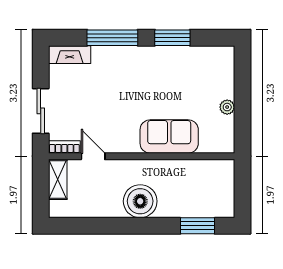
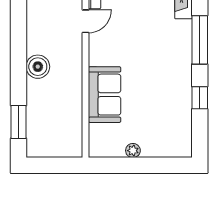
window: (172, 38) -> (200, 98), width x0.67
boiler: (140, 201) -> (38, 67), width x0.73, depth x0.73

